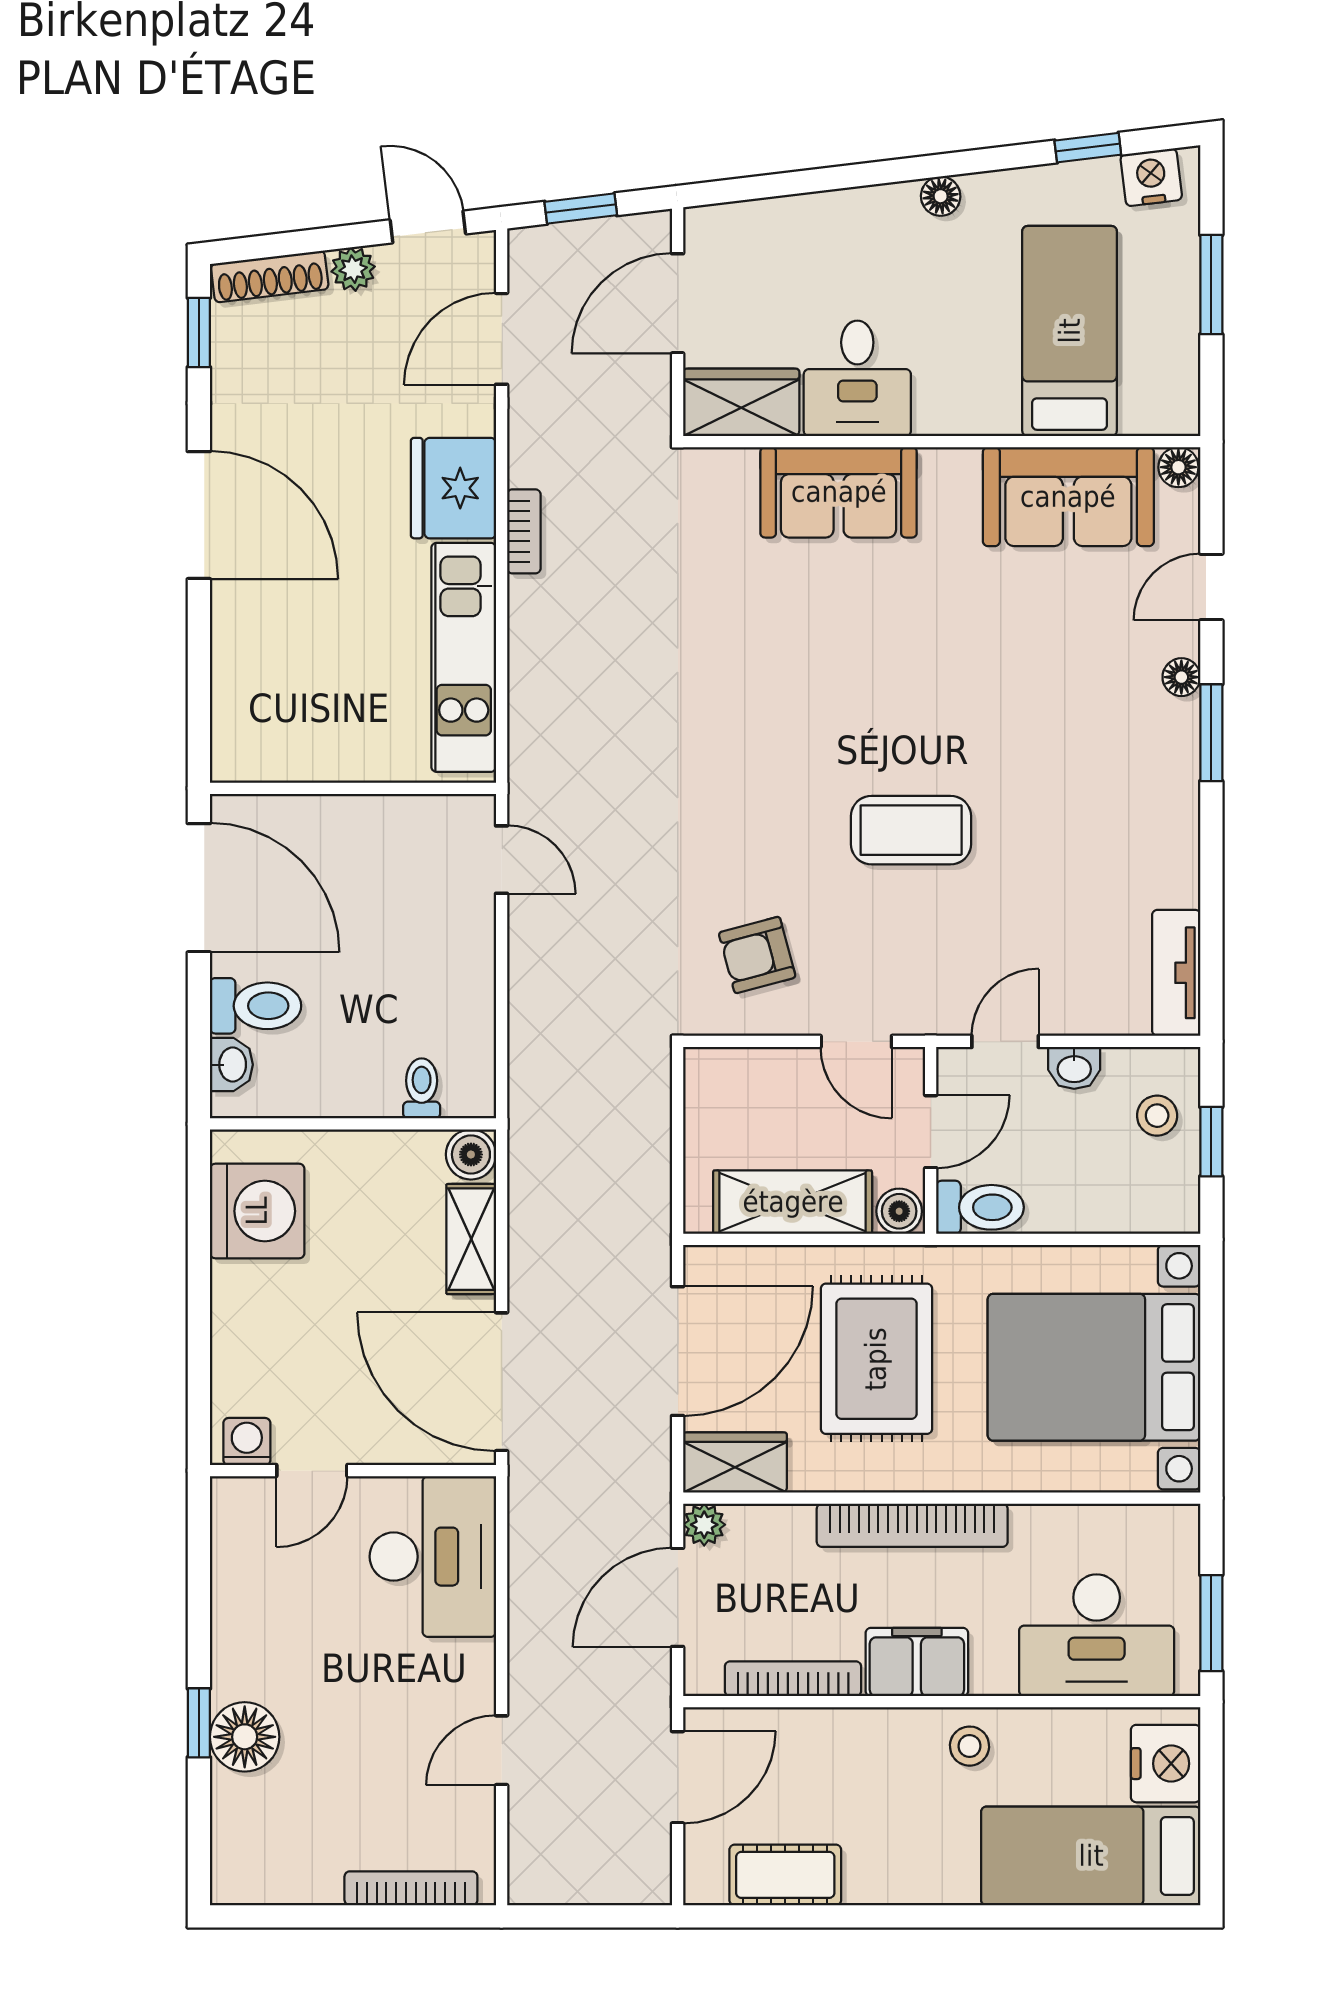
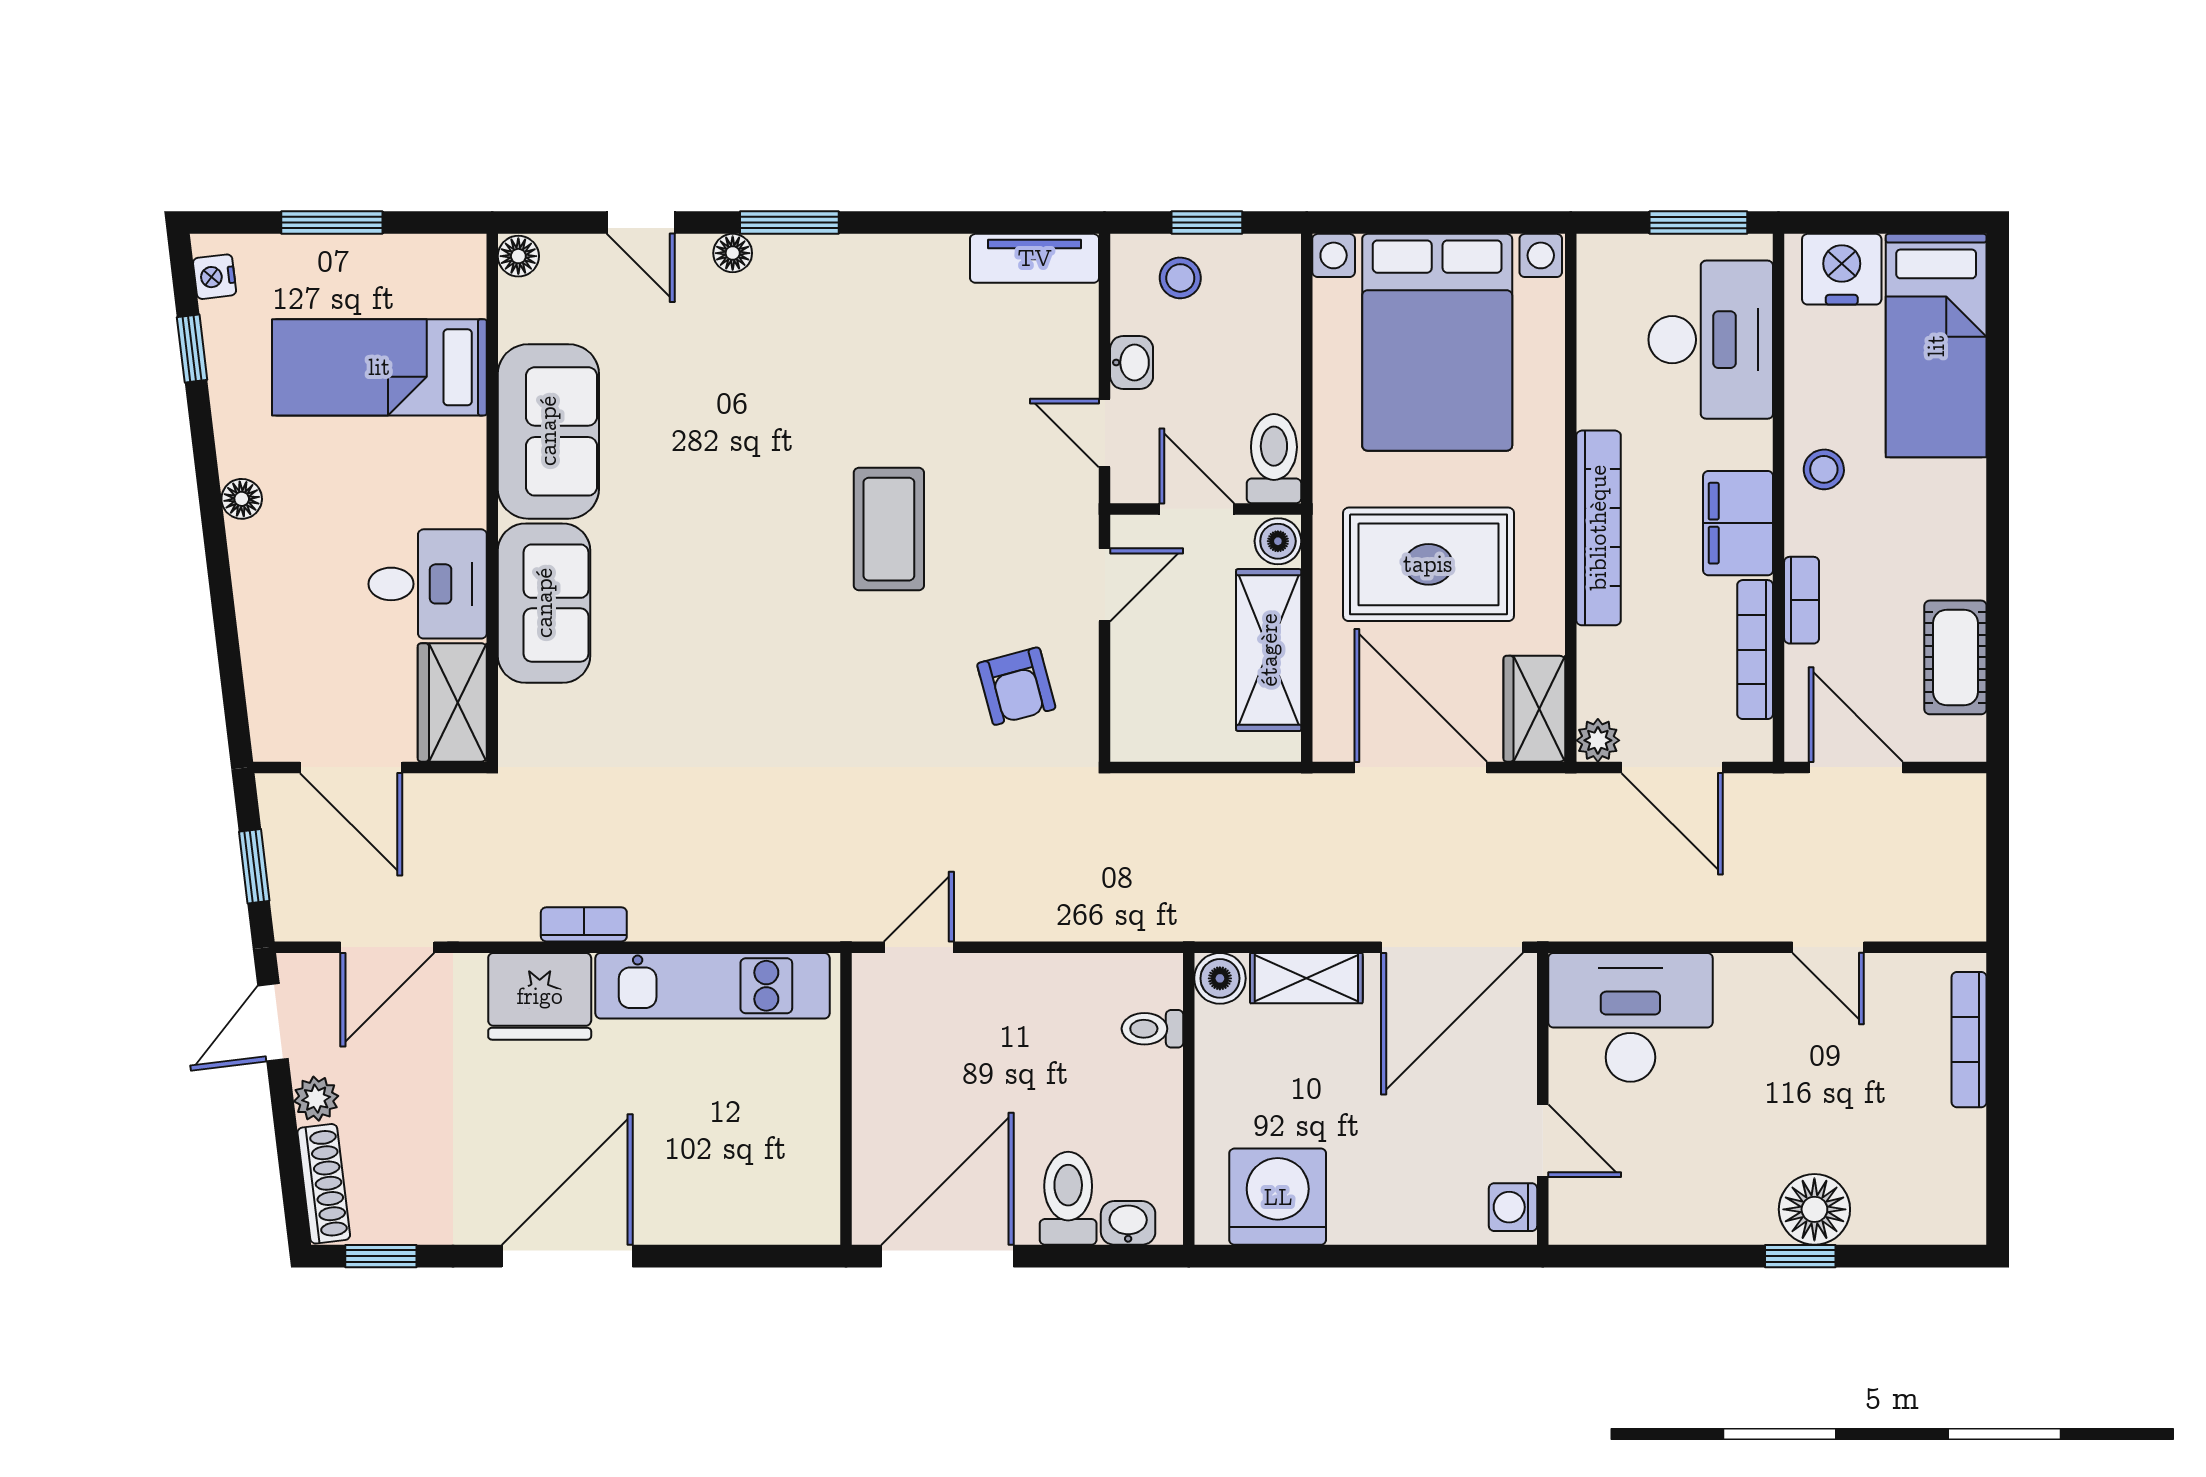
nightstand: (1151, 177) -> (215, 277), width x0.72, depth x0.74
door: (502, 339) -> (387, 947), hinge flipped
sofa: (1068, 497) -> (548, 431), moved
bookcase: (841, 1724) -> (1802, 600), added

